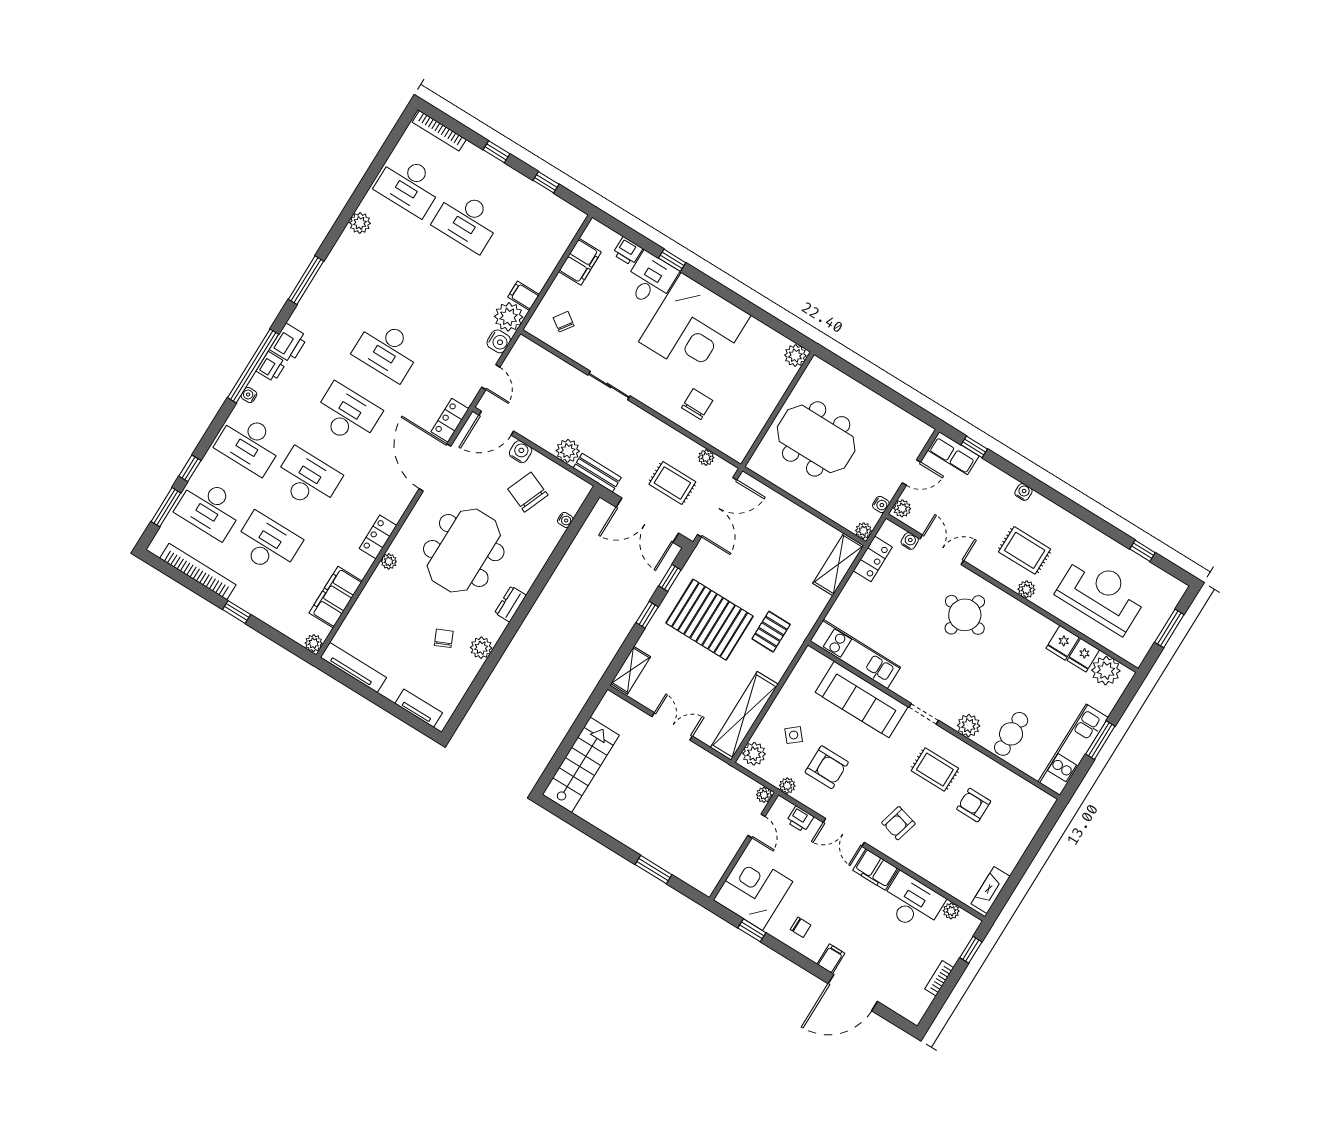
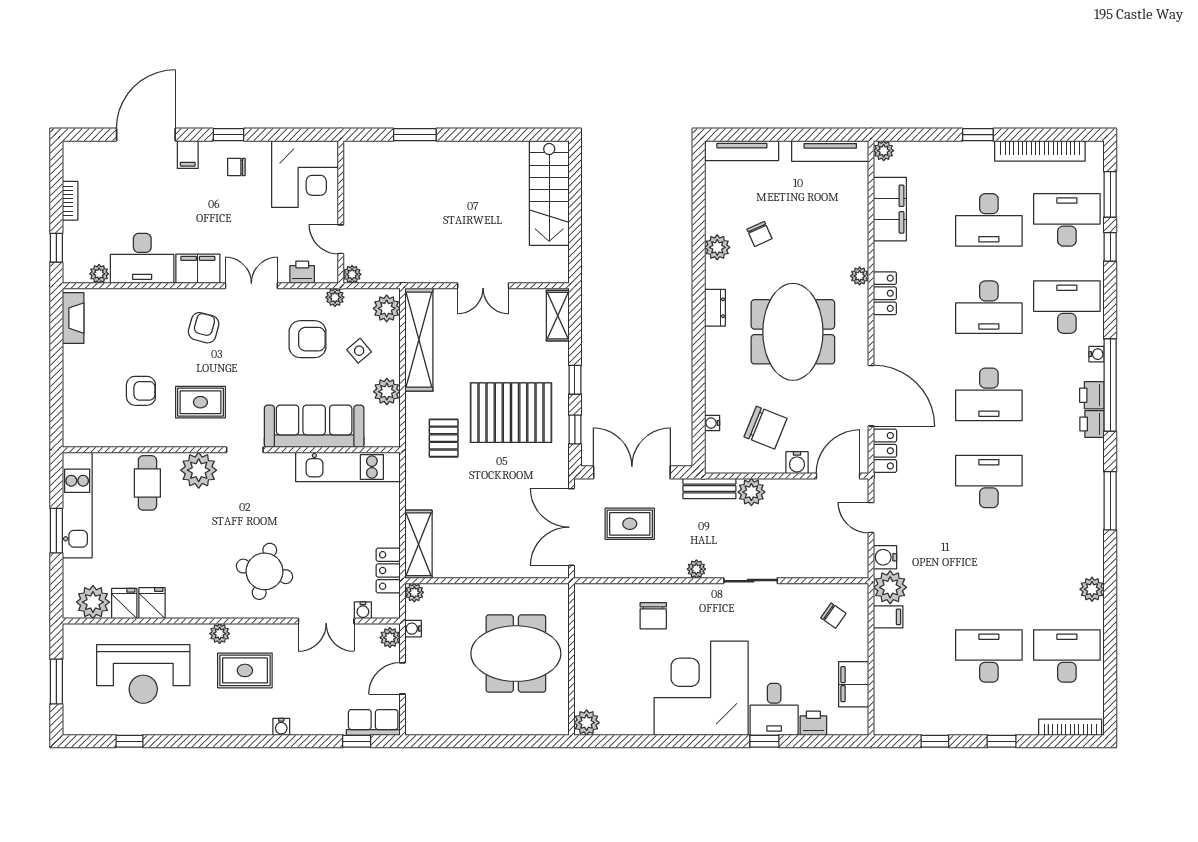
printer: (289, 343) -> (1092, 424), width x0.73, depth x0.81
plant: (706, 457) -> (696, 569), moved
plant: (792, 692) -> (387, 392), added
tv unit: (419, 708) -> (742, 151), width x1.41
plant: (969, 726) -> (199, 470), width x1.36, depth x1.36
armchair: (827, 767) -> (307, 339), turned 180
window: (752, 930) -> (229, 135), moved

